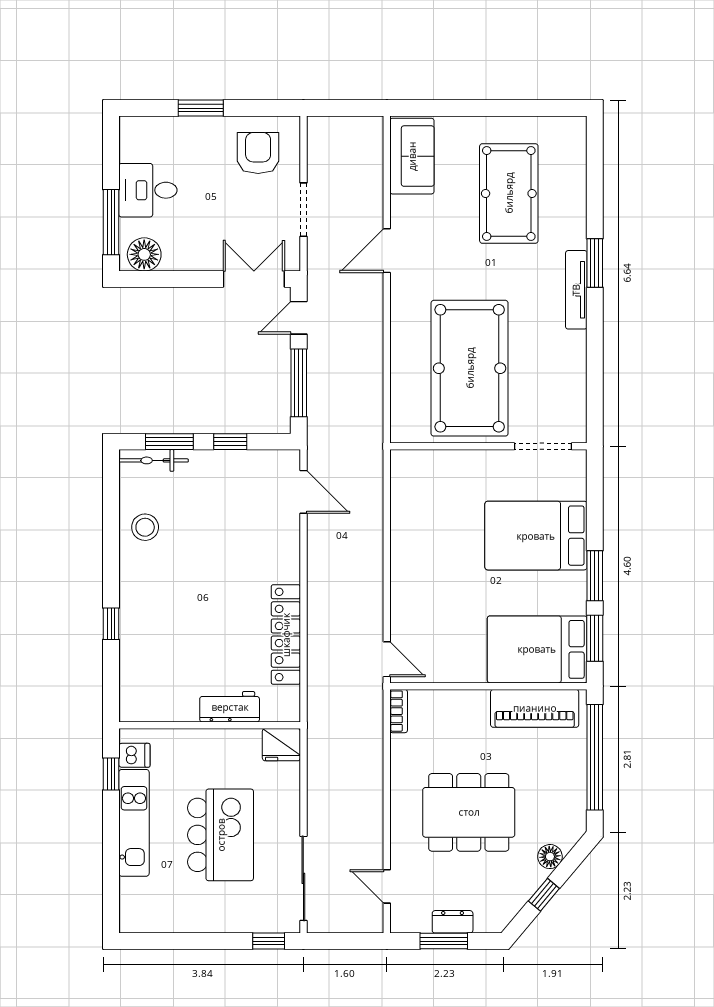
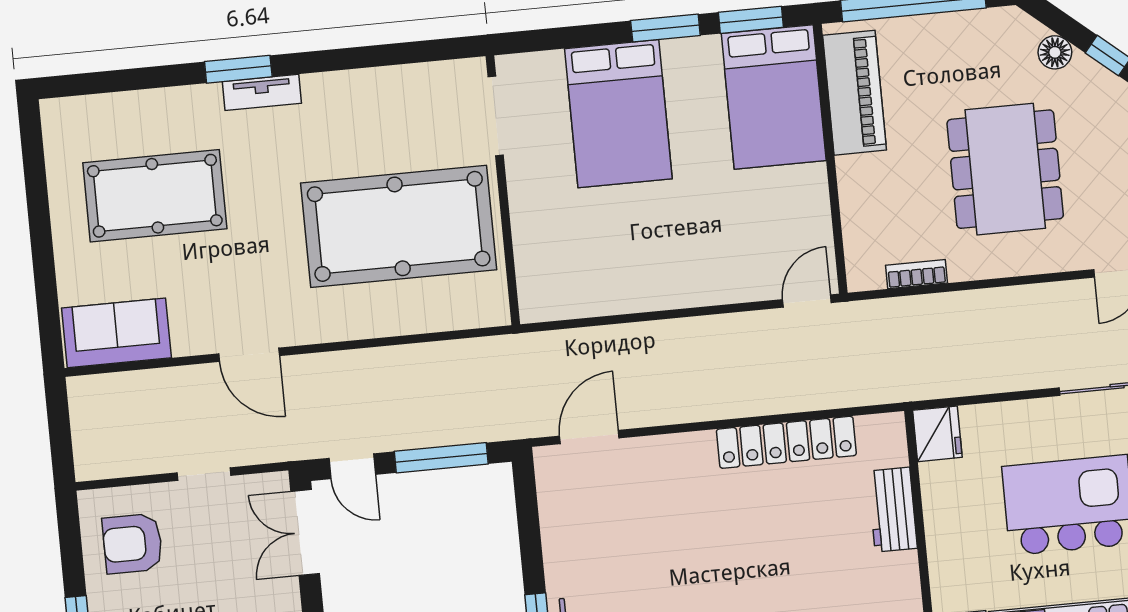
doorway: (303, 210) -> (204, 474), width x0.73
tv unit: (576, 290) -> (262, 92), width x0.71
window: (230, 442) -> (530, 543), removed
bookcase: (399, 711) -> (917, 274), moved

